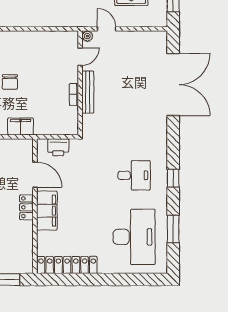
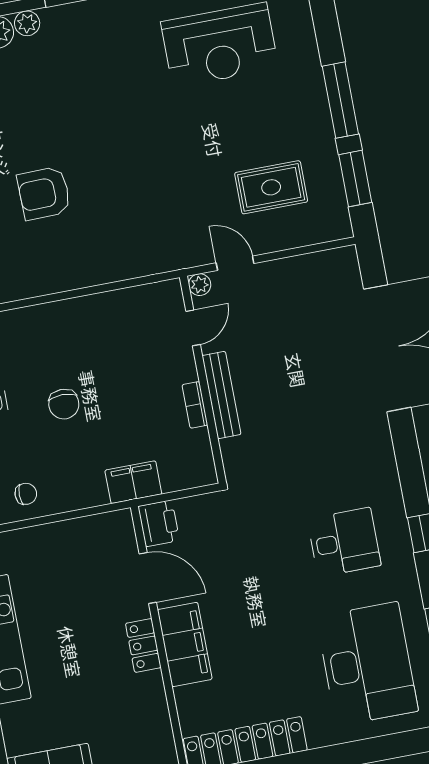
filing cabinet: (20, 127) -> (133, 482), moved
printer: (58, 147) -> (159, 523), moved, turned -90

